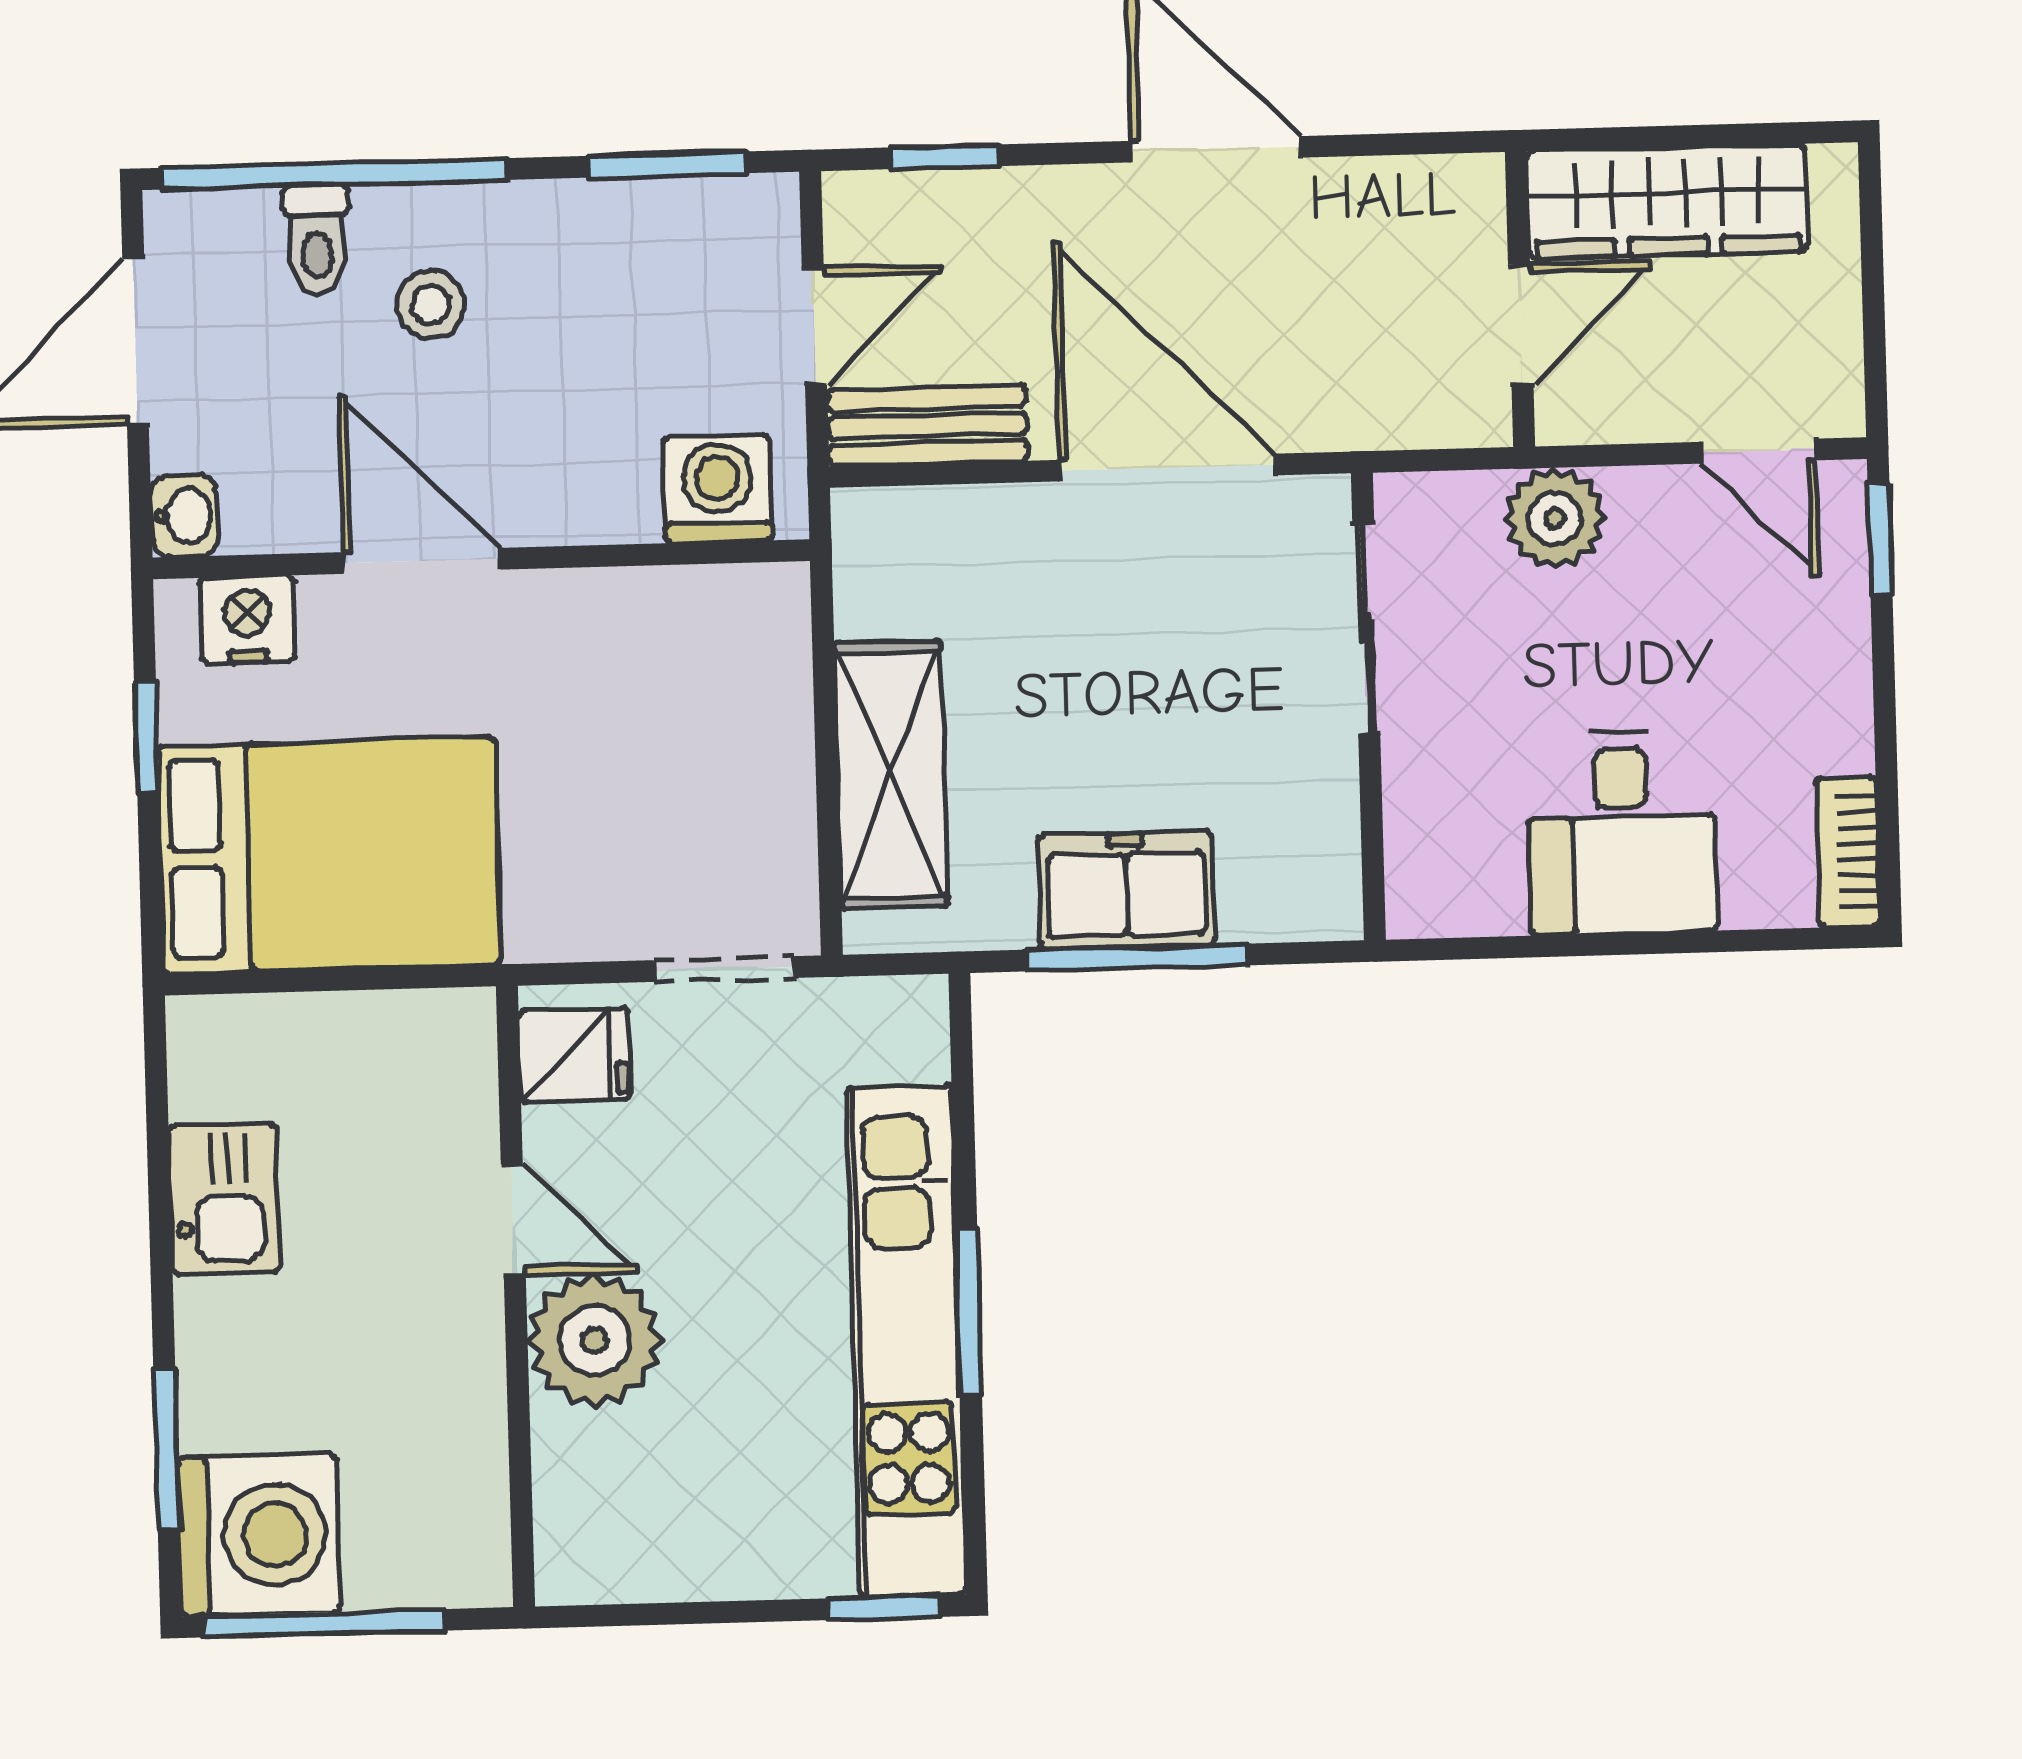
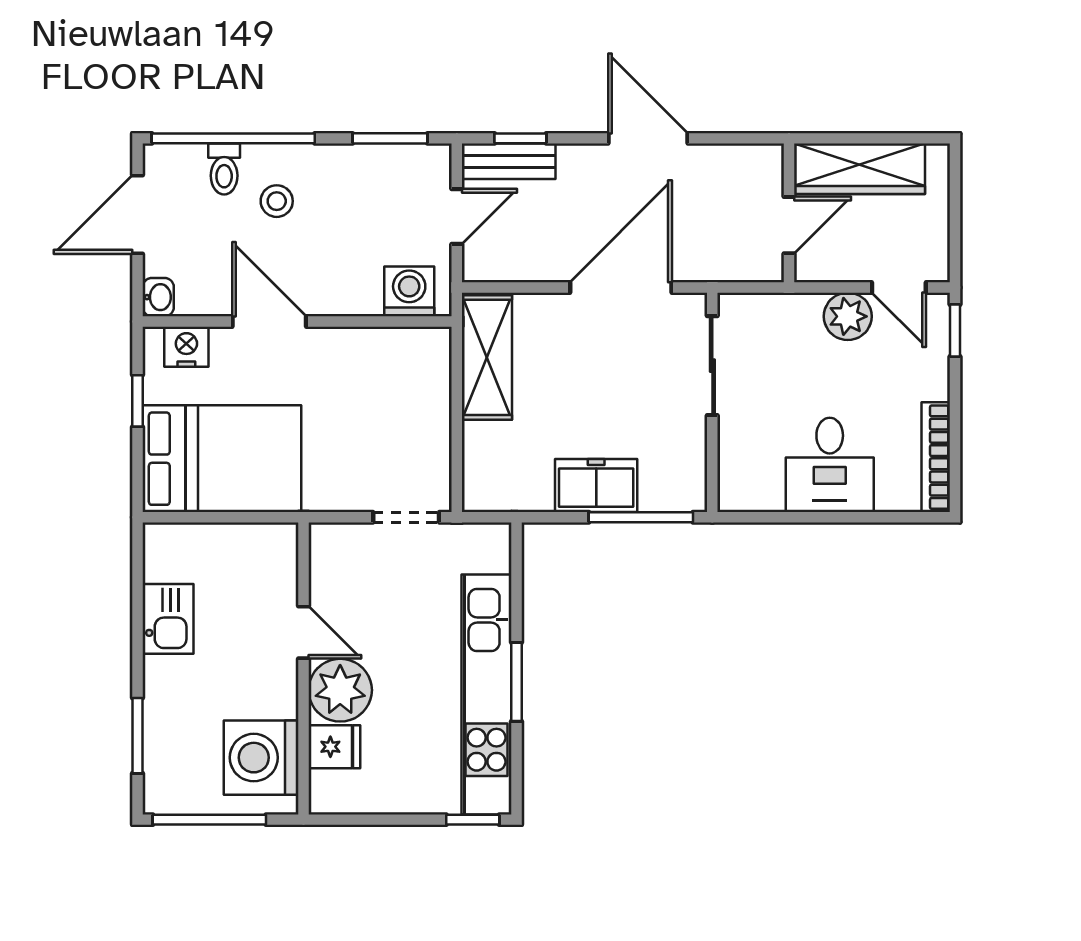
bench: (927, 425) -> (509, 161), moved
door: (1167, 468) -> (621, 287), hinge flipped
plant: (1555, 518) -> (848, 316), moved
shelving: (891, 775) -> (487, 357), moved
bookcase: (1848, 852) -> (936, 457), width x1.56
window: (1137, 957) -> (641, 517), moved
fridge: (574, 1055) -> (334, 747), moved
washing machine: (259, 1535) -> (261, 758), moved, turned 180

